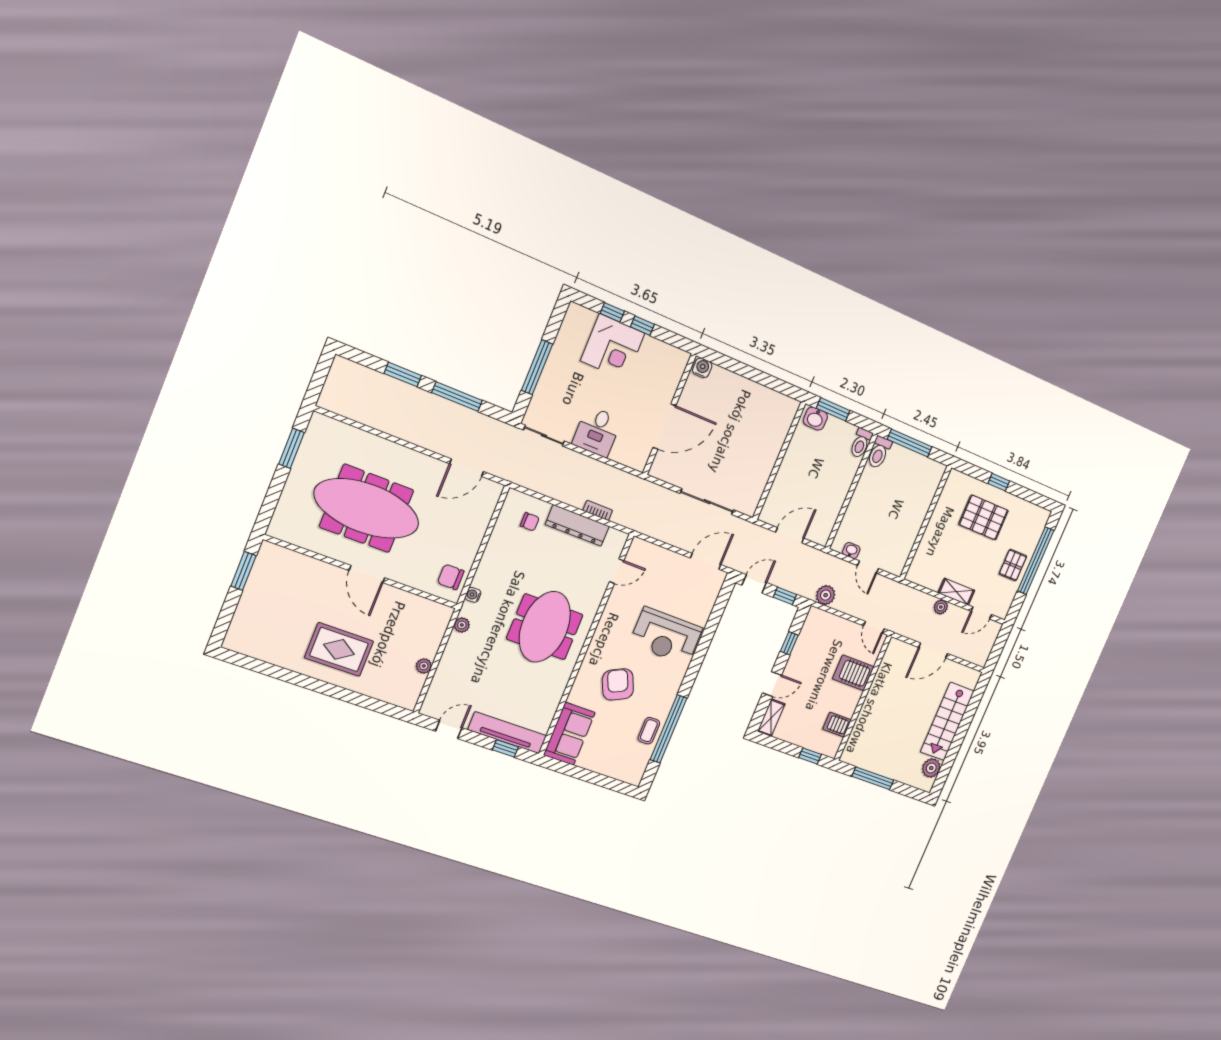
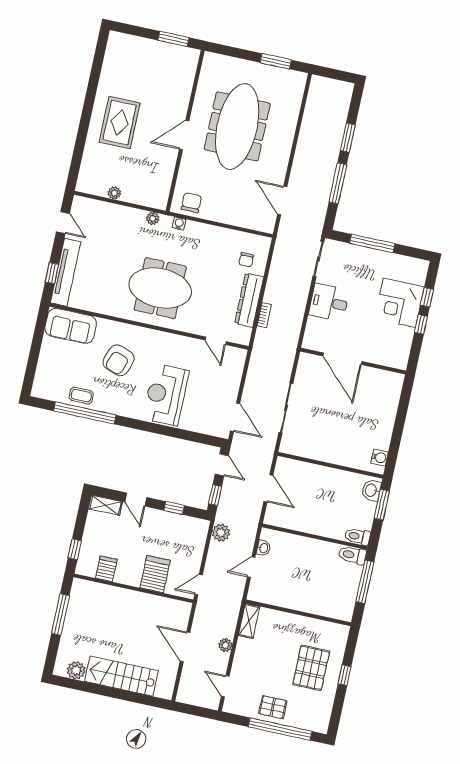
water cooler: (702, 368) -> (380, 458), moved
shelving: (956, 592) -> (249, 621), moved
armchair: (618, 684) -> (119, 360), turned 134

